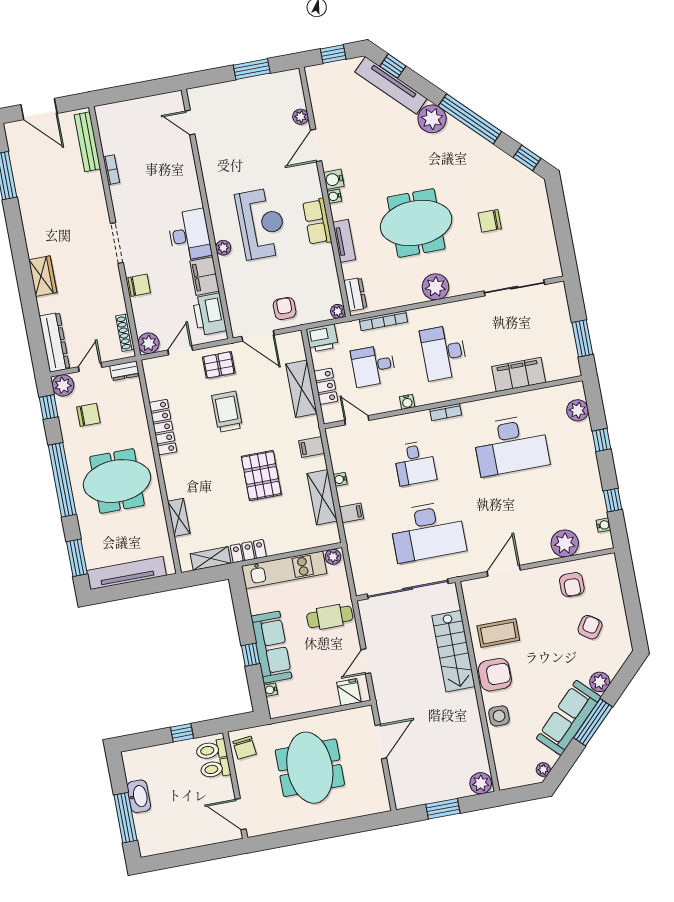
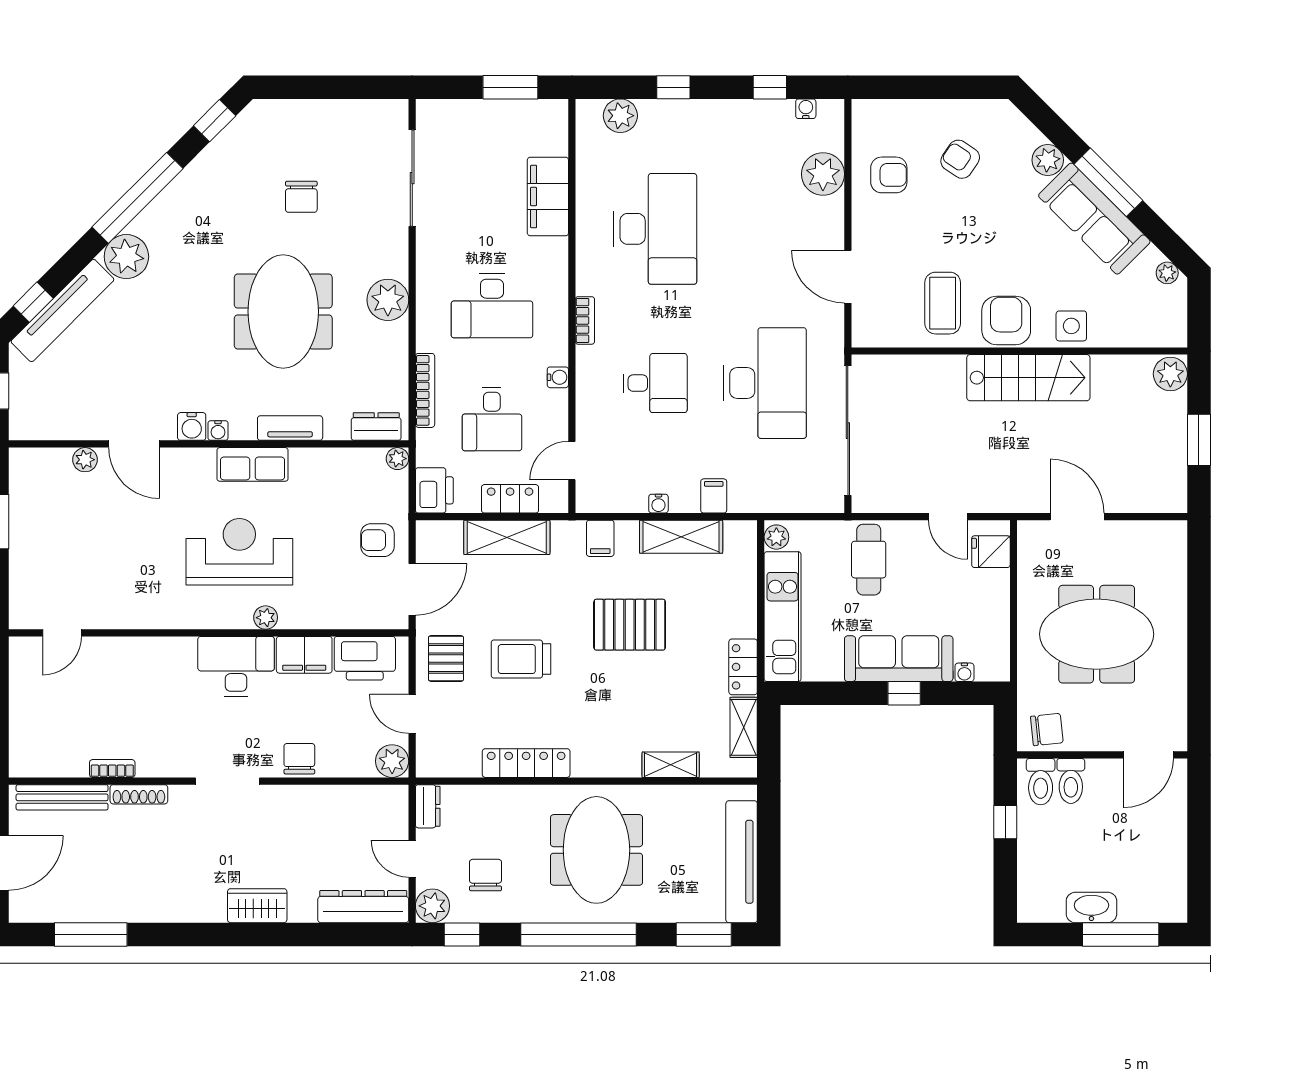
shoe rack: (125, 333) -> (139, 794), moved
stairs: (454, 651) -> (1028, 378), moved

